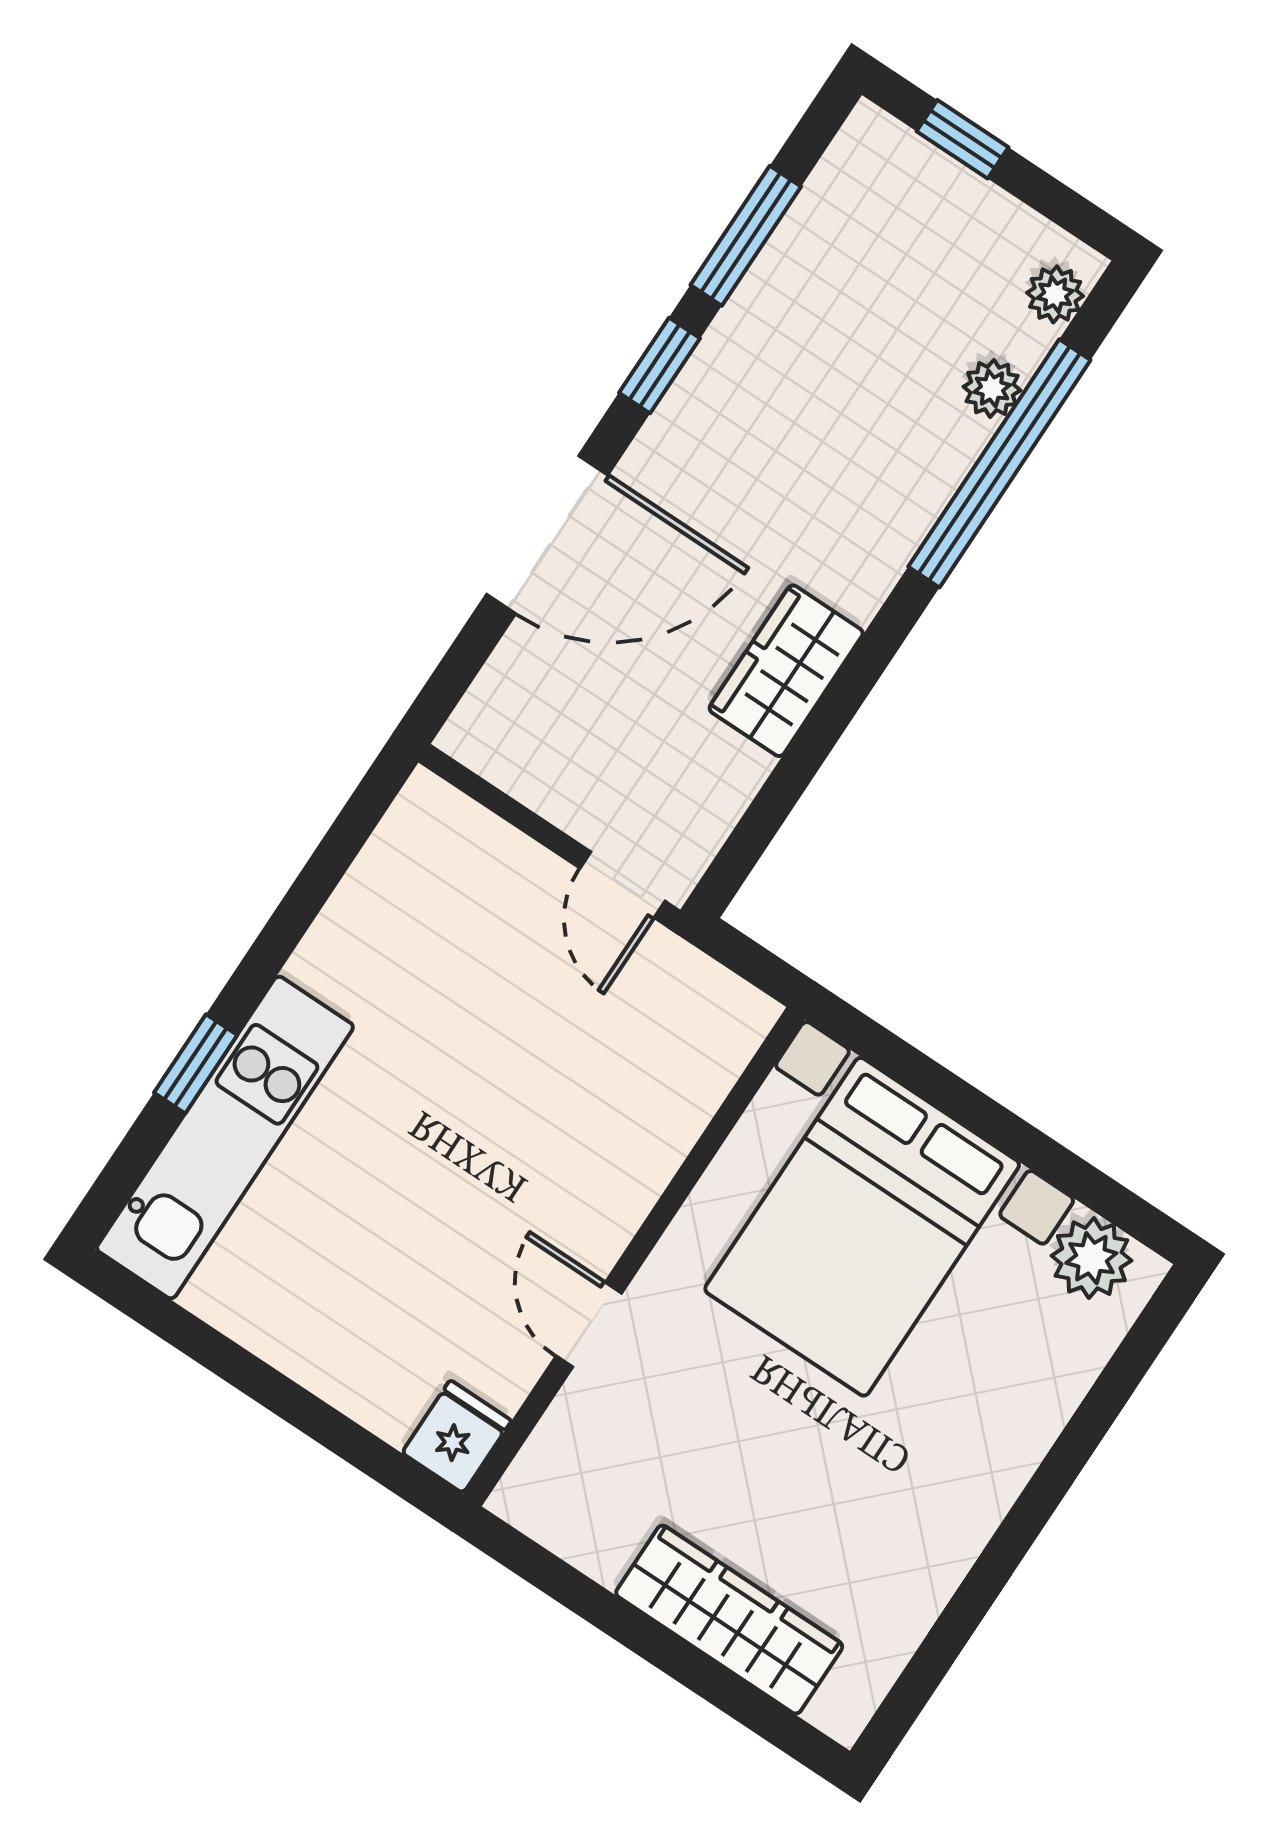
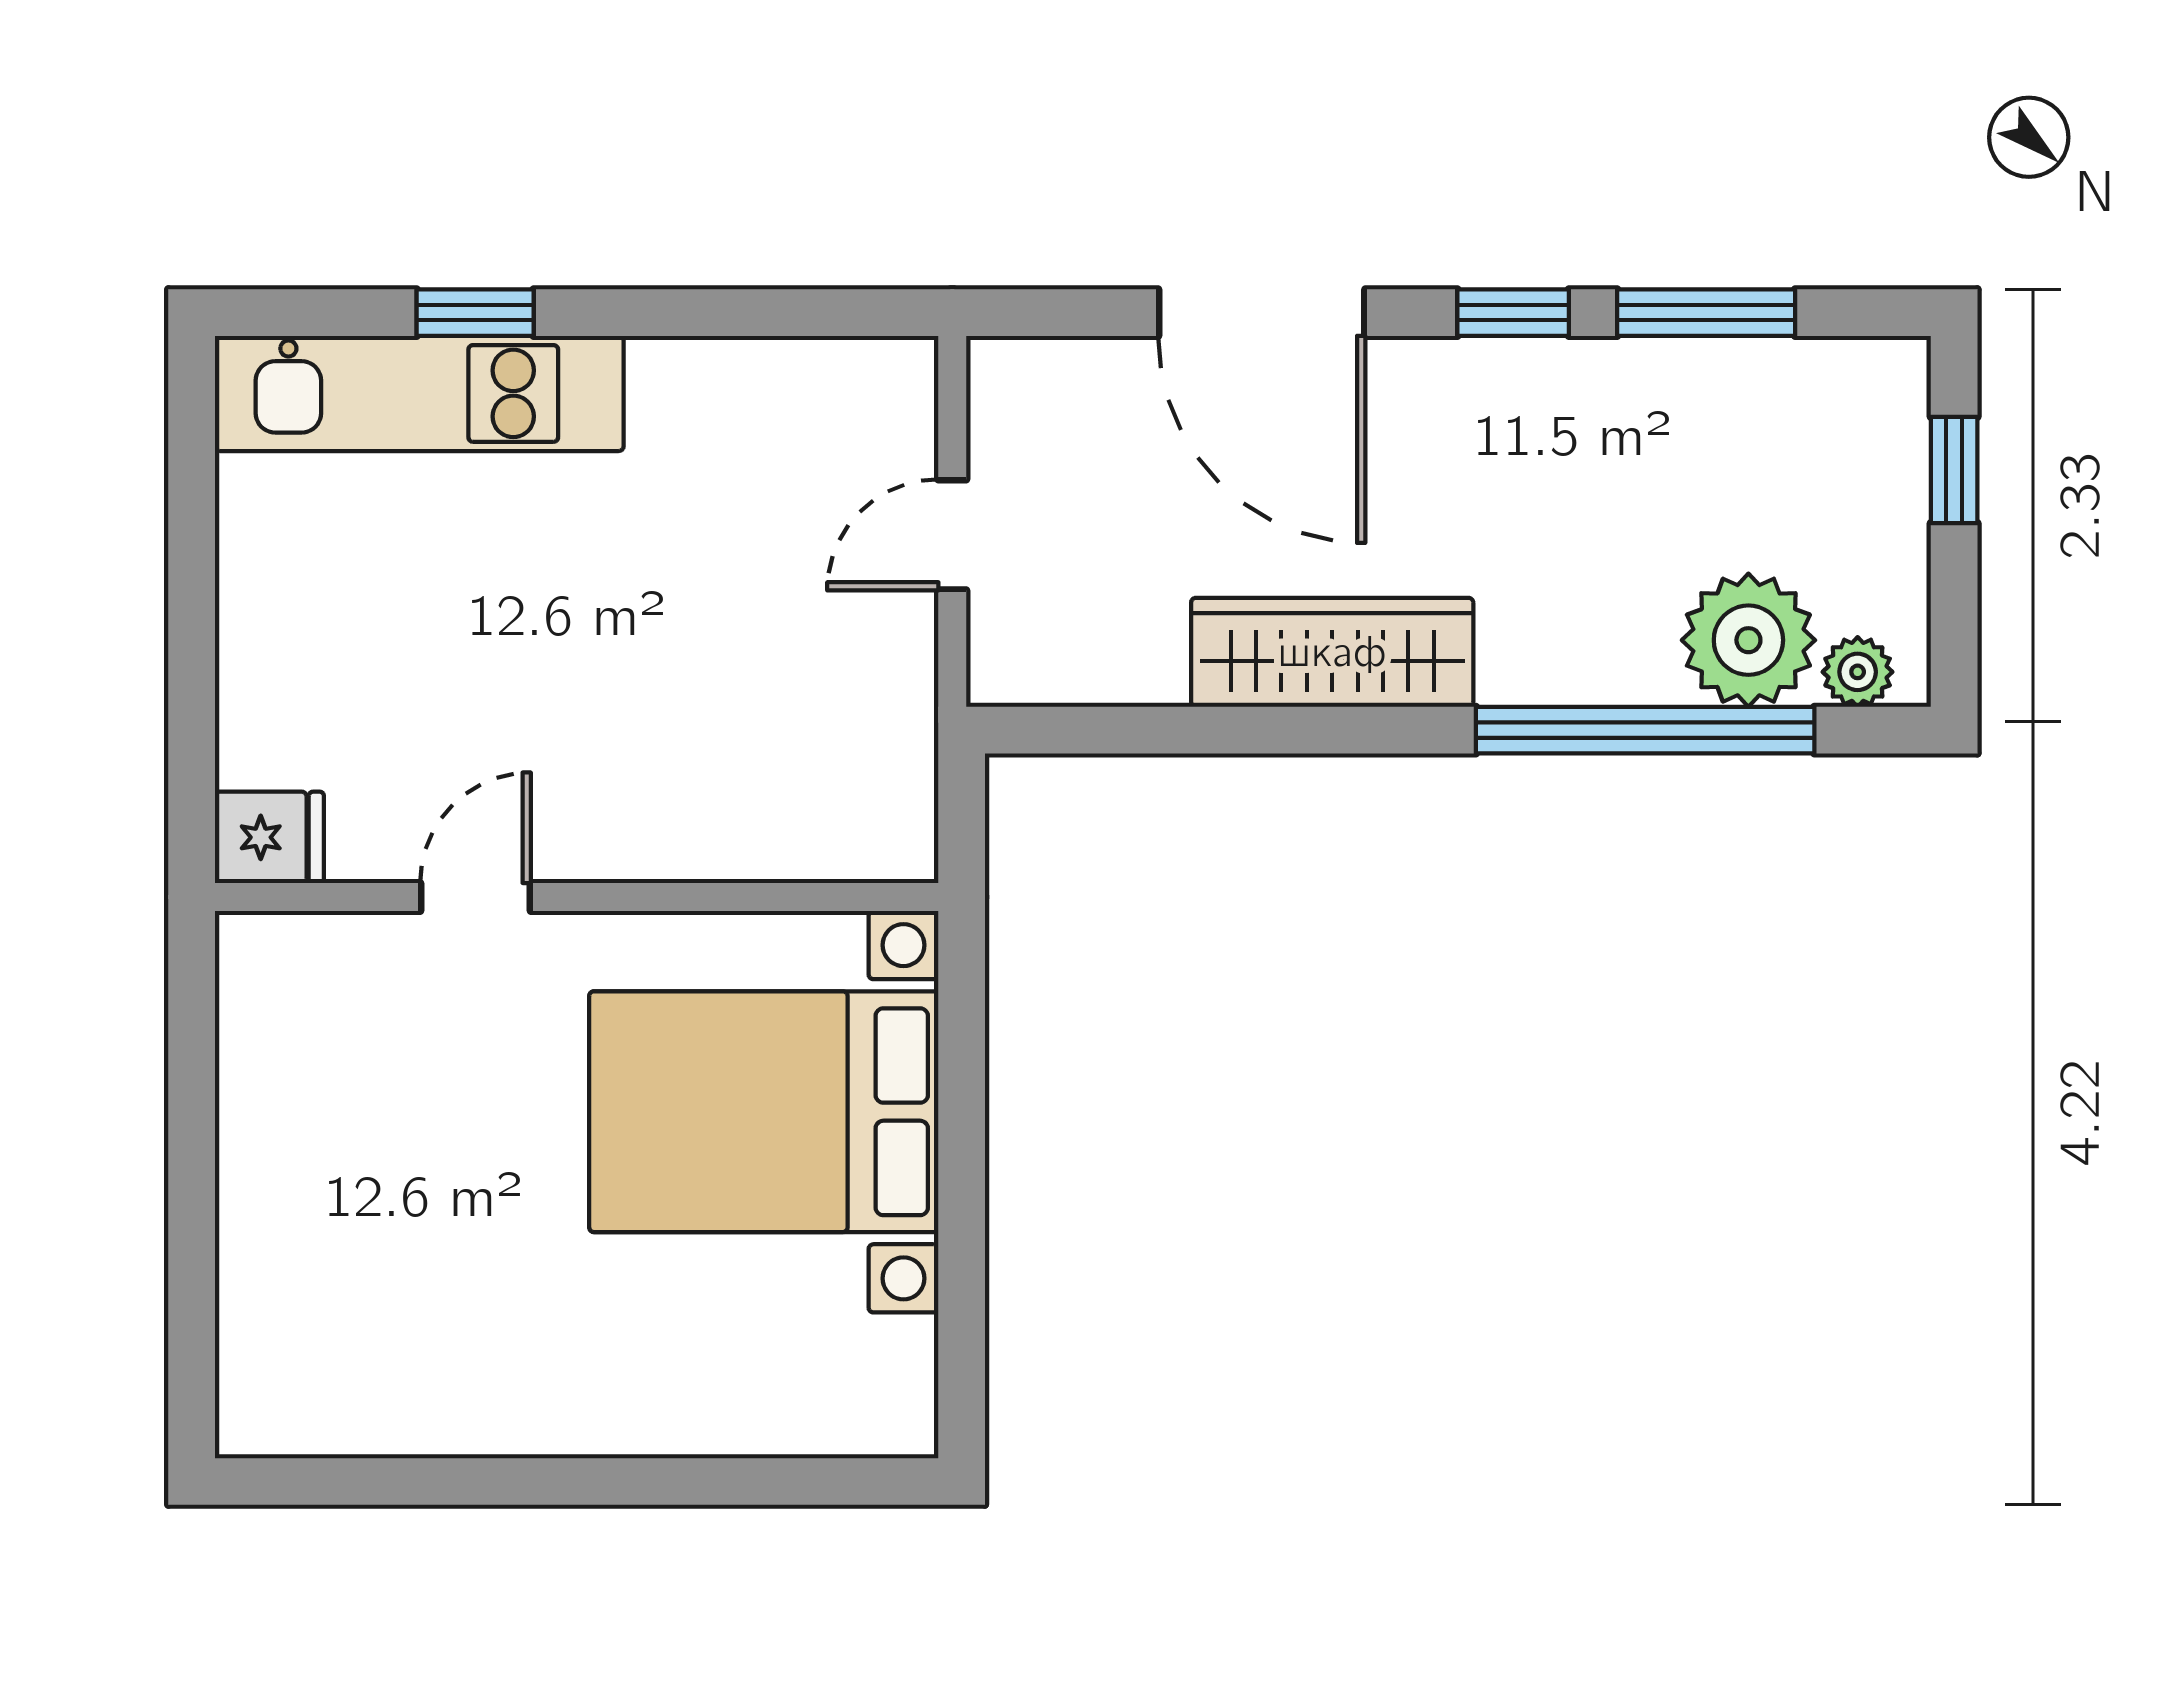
plant: (992, 389) -> (1748, 640), width x1.87, depth x1.87
wardrobe: (786, 671) -> (1332, 652), width x1.50
door: (622, 885) -> (952, 535), moved
plant: (1091, 1258) -> (889, 1370), removed
wardrobe: (729, 1620) -> (268, 1244), removed

